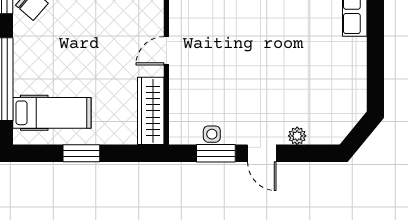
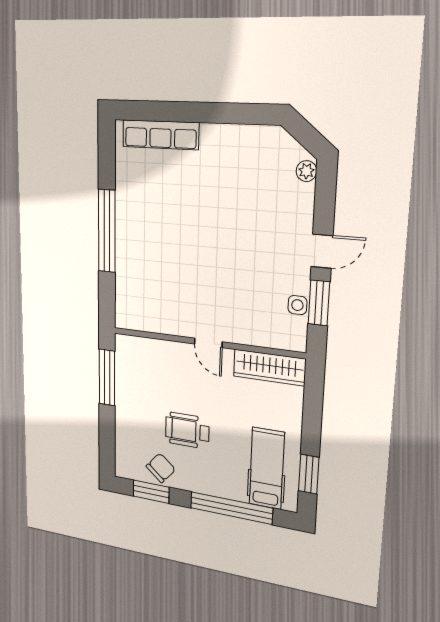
wheelchair: (76, 32) -> (187, 430), added
plant: (297, 136) -> (306, 171), moved
window: (81, 153) -> (309, 474), moved

